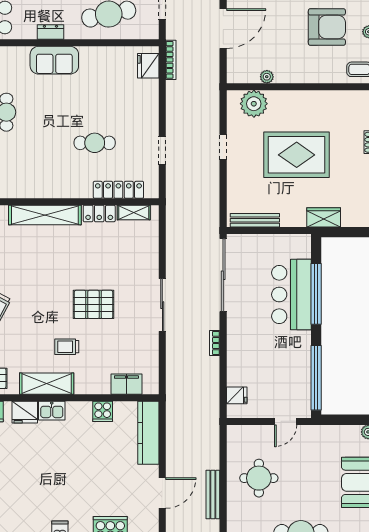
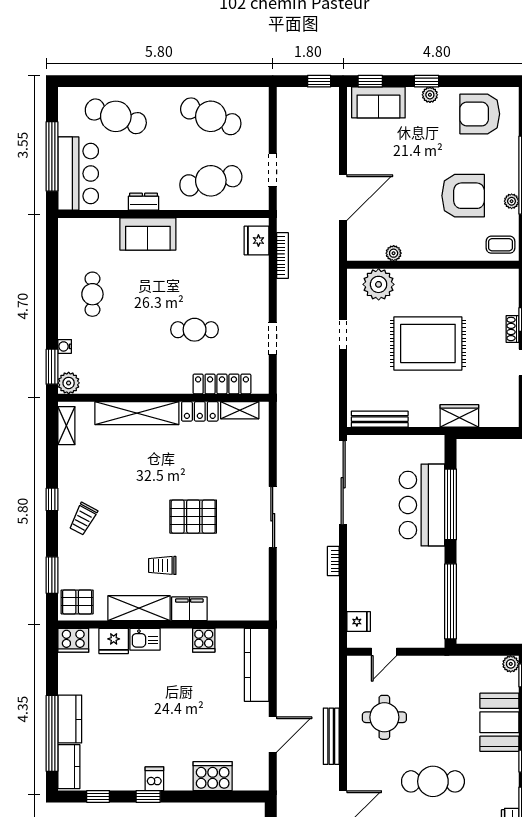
bookcase: (171, 60) -> (282, 256), moved
filing cabinet: (126, 384) -> (189, 609), moved
door: (286, 421) -> (384, 652), moved

